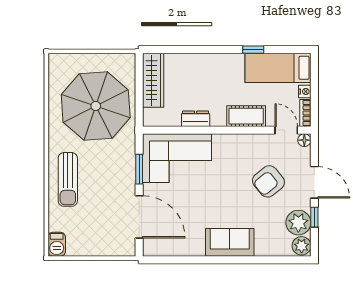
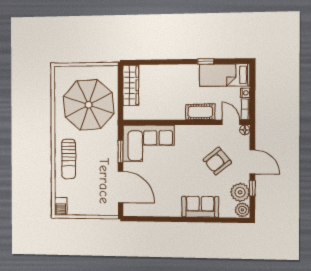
dresser: (196, 119) -> (162, 114), removed
sofa: (230, 242) -> (200, 207), moved

